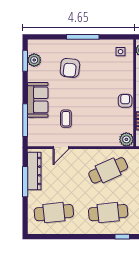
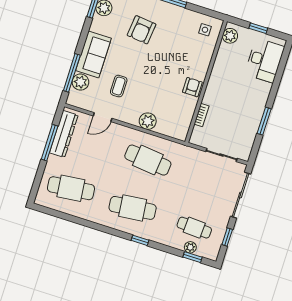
plant: (34, 125) -> (80, 82), added
plant: (126, 139) -> (148, 121), moved
cafe table: (108, 170) -> (148, 160), turned 30

